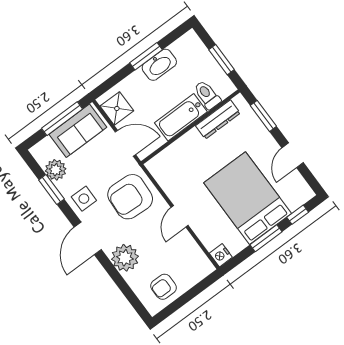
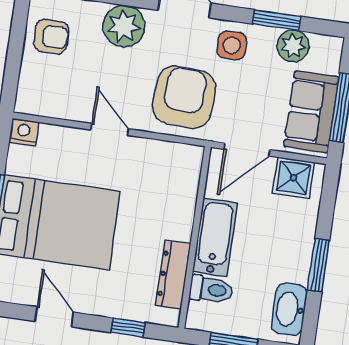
washbasin: (159, 65) -> (289, 309), moved
window: (263, 116) -> (128, 328), width x0.67
armchair: (164, 287) -> (51, 37), turned 90

